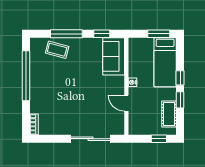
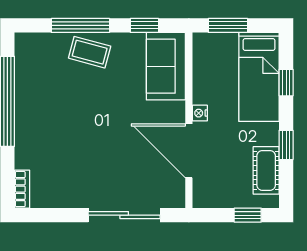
window: (159, 34) -> (228, 25), moved
coffee table: (57, 50) -> (90, 52), moved
window: (180, 78) -> (286, 83), moved
door: (126, 103) -> (189, 151), width x1.87

